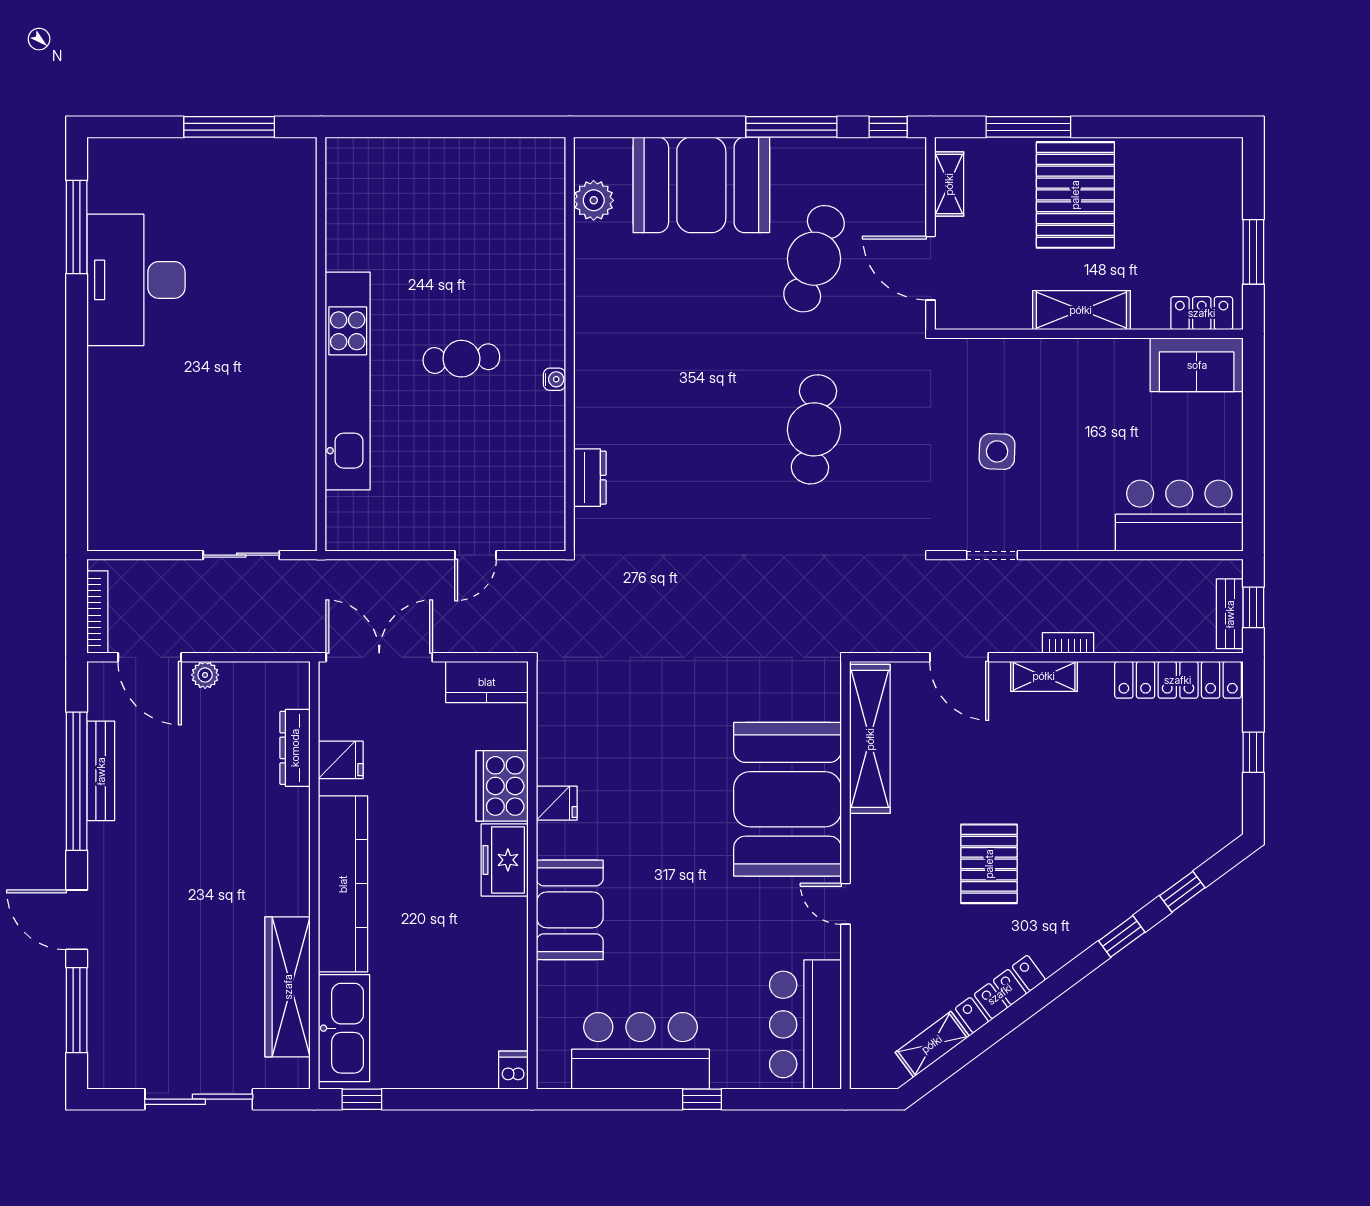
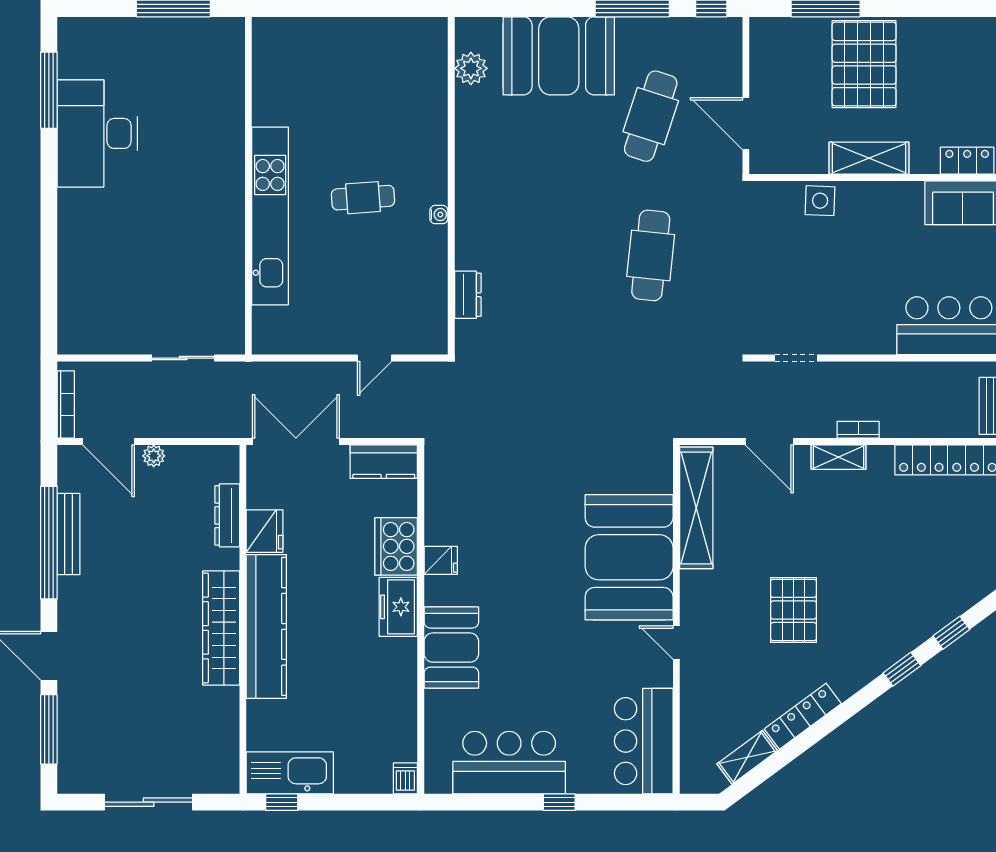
shelving: (949, 184) -> (761, 55), removed
side table: (997, 451) -> (820, 201), moved
fridge: (341, 760) -> (264, 531), width x1.38
wardrobe: (288, 987) -> (221, 628), moved
kitchen sink: (344, 1028) -> (290, 773), moved, turned -90

